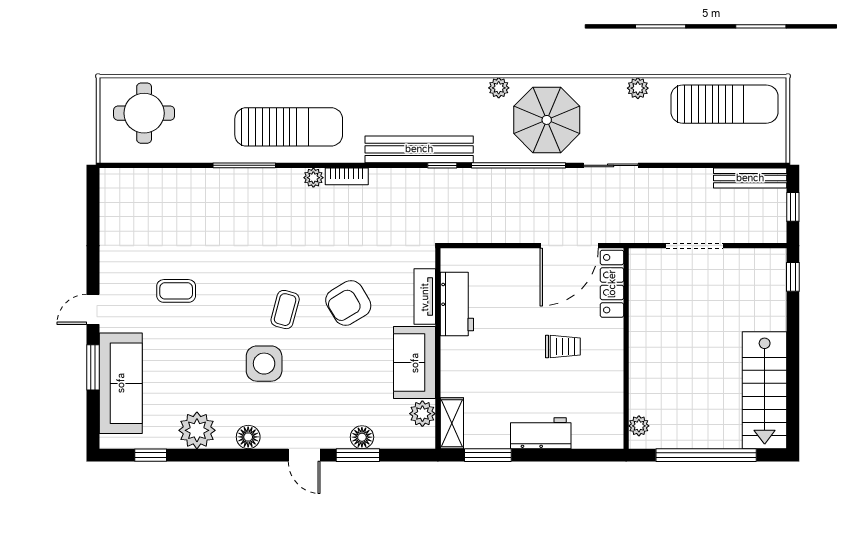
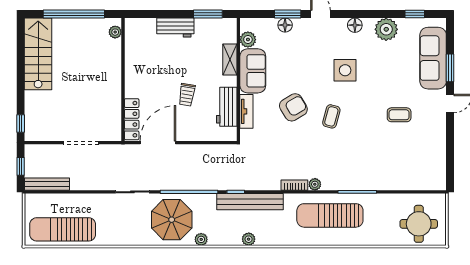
plant: (638, 88) -> (249, 239), moved
coffee table: (285, 310) -> (331, 116), moved
trolley: (563, 347) -> (187, 95), moved, turned -81
shelving: (452, 423) -> (230, 60), moved

